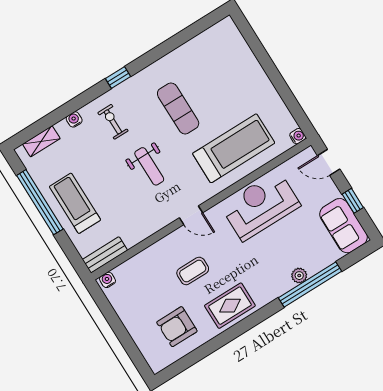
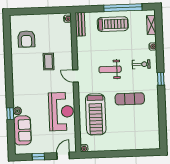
door: (191, 215) -> (75, 76), hinge flipped
sofa: (343, 226) -> (22, 130), moved, turned 90
window: (310, 285) -> (10, 114), width x0.32
rug: (230, 306) -> (22, 70), removed
armchair: (177, 327) -> (26, 39), turned 180

